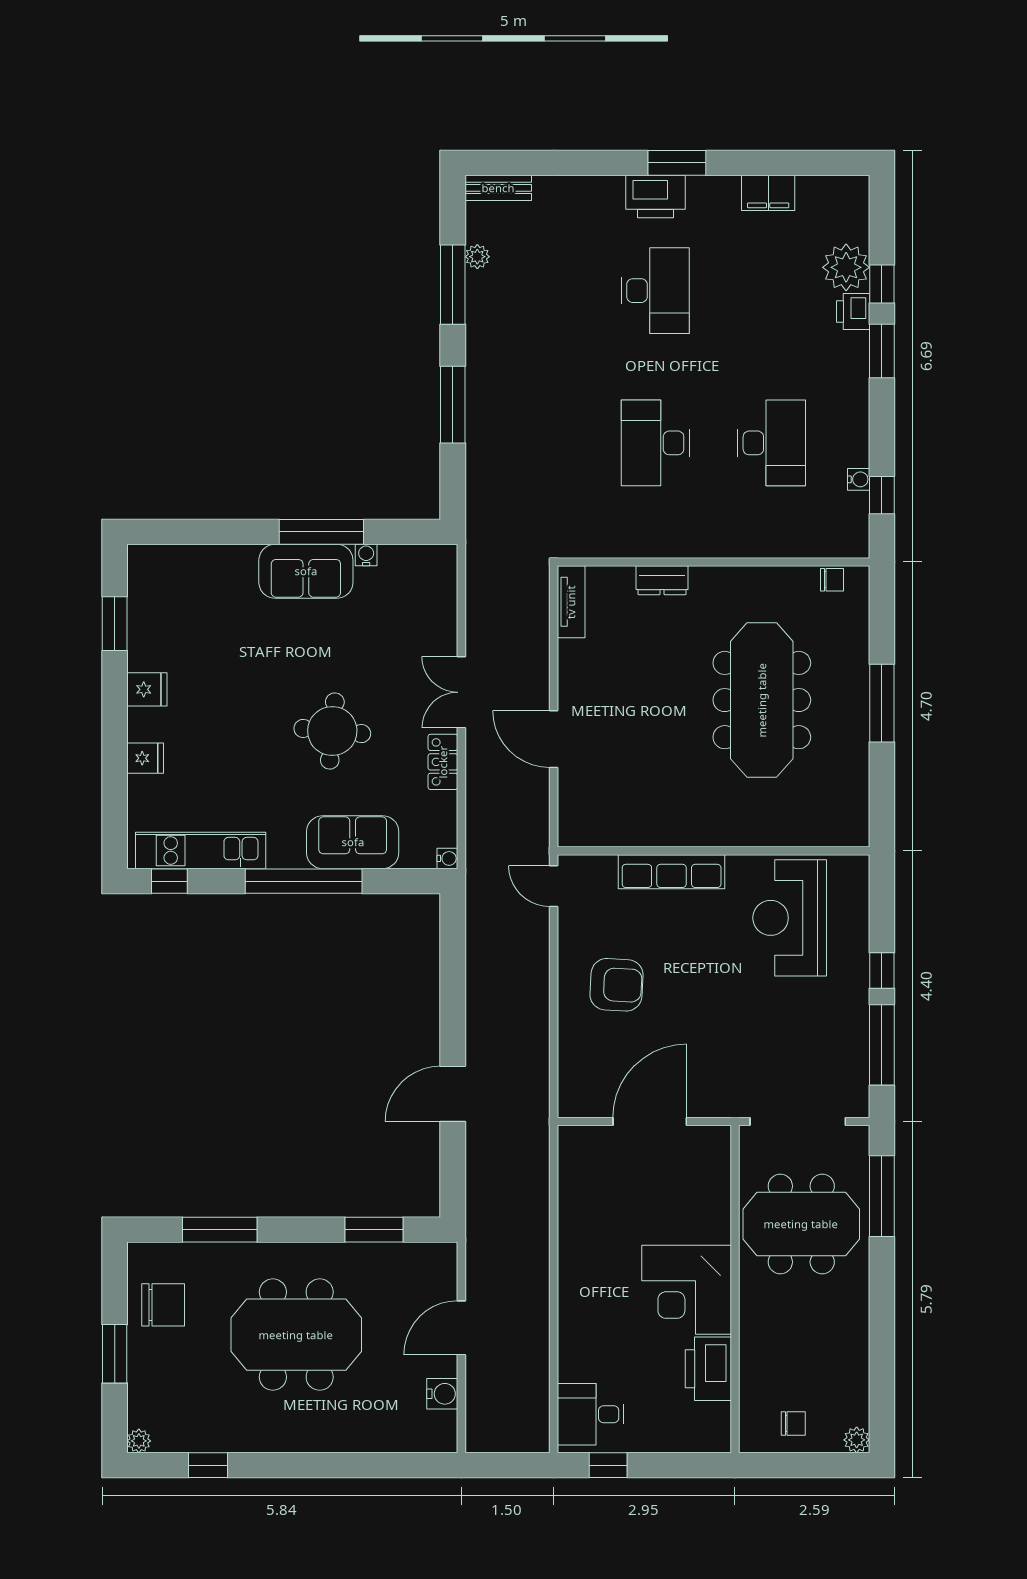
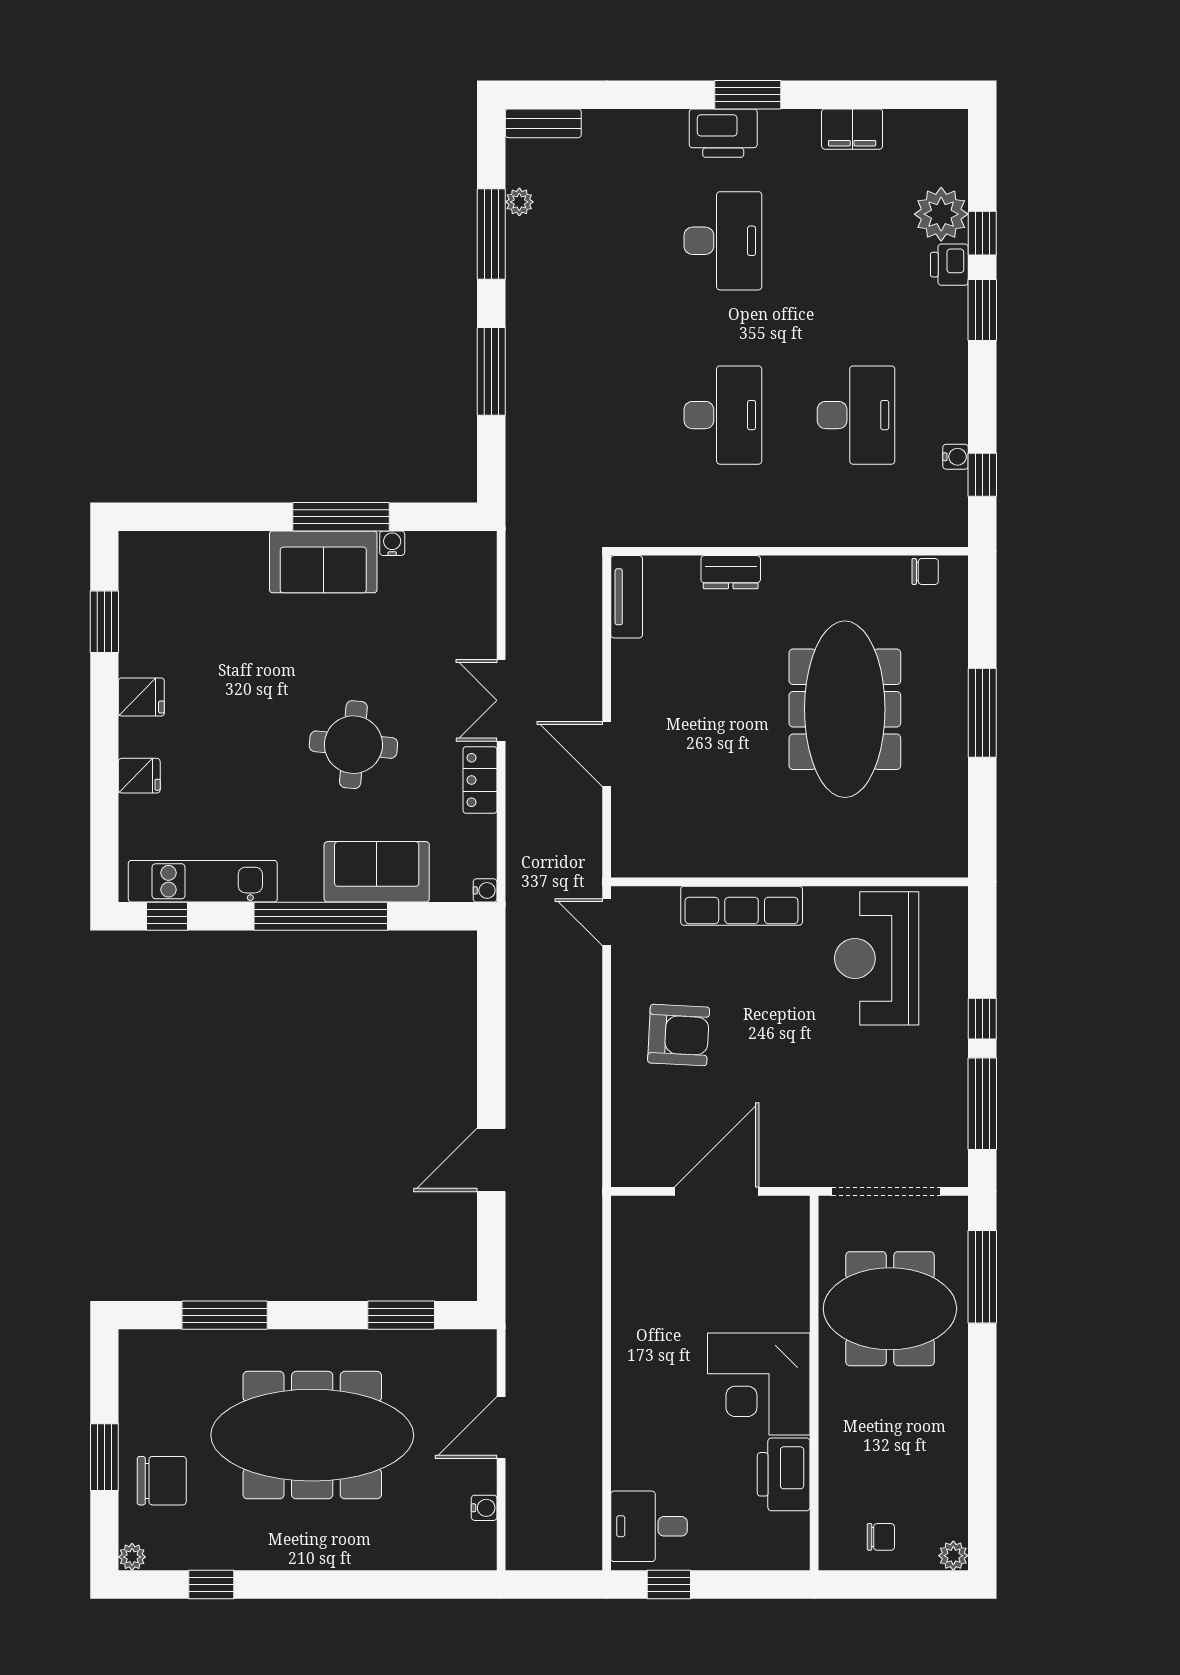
desk: (655, 443) -> (723, 415), turned 180
chair: (163, 1305) -> (162, 1481), moved
meeting table: (296, 1335) -> (312, 1435), width x1.36
water cooler: (442, 1394) -> (484, 1508), width x0.72, depth x0.72

